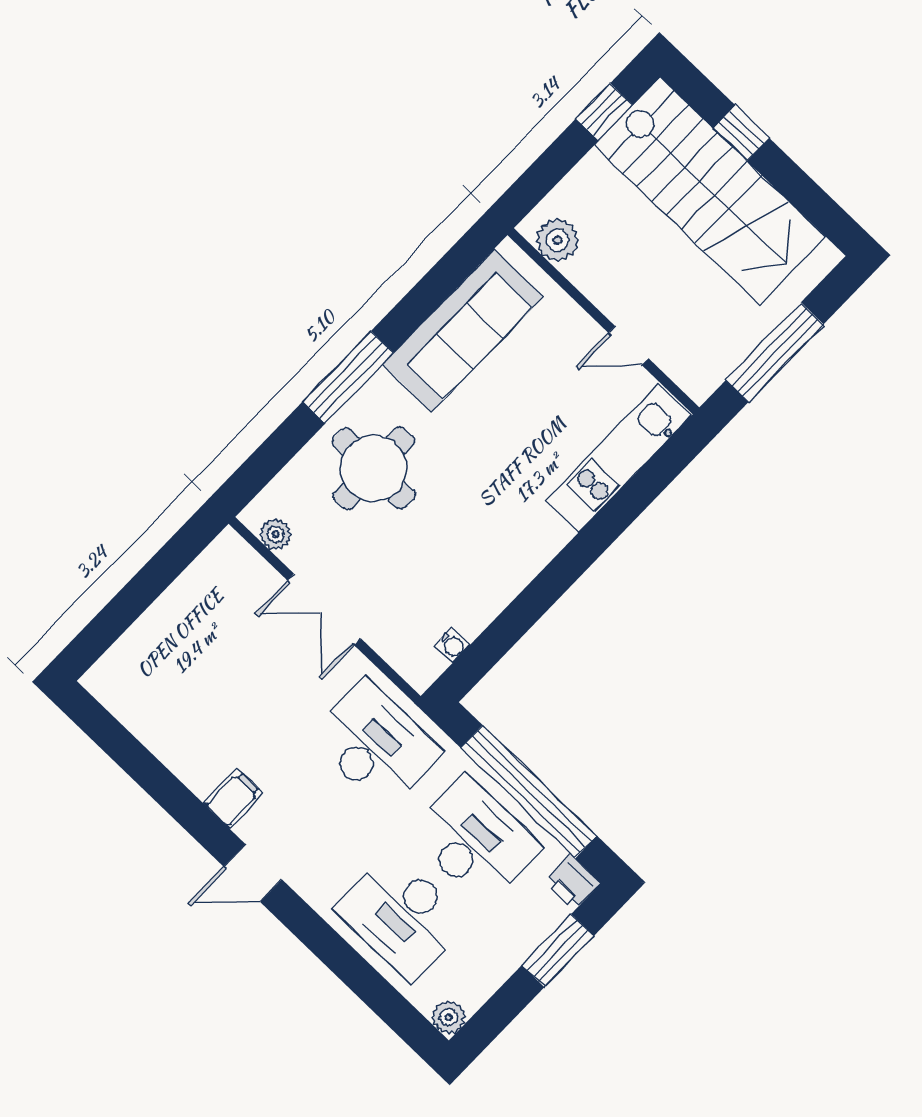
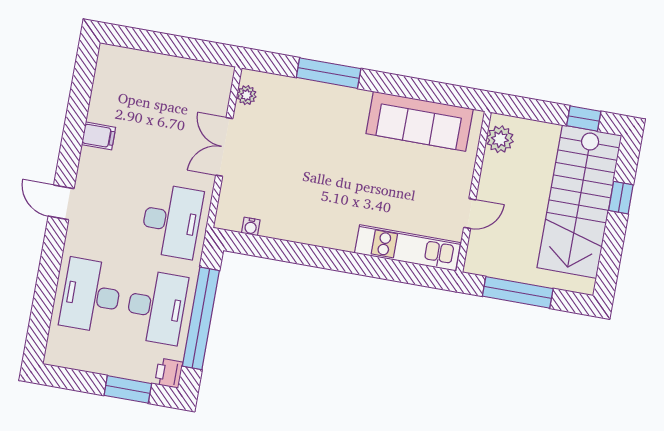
door: (629, 346) -> (470, 214), swing flipped
window: (348, 377) -> (329, 73), moved
round table: (374, 468) -> (316, 123), removed
filing cabinet: (233, 799) -> (99, 136), moved
plant: (449, 1017) -> (54, 356), removed

